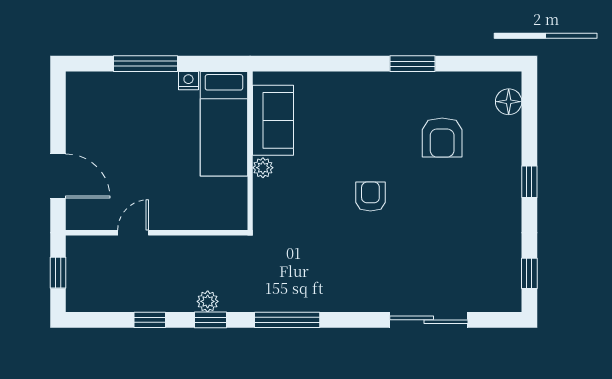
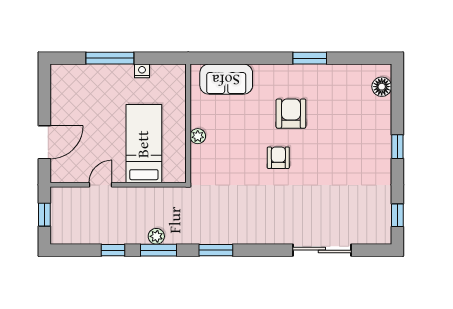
sofa: (273, 120) -> (226, 79), moved, turned 90
bed: (224, 124) -> (144, 144), moved, turned 180
armchair: (442, 137) -> (291, 114), moved, turned 180
door: (58, 176) -> (44, 142), hinge flipped
window: (211, 320) -> (159, 250), width x1.50
window: (287, 320) -> (216, 250), width x0.69

